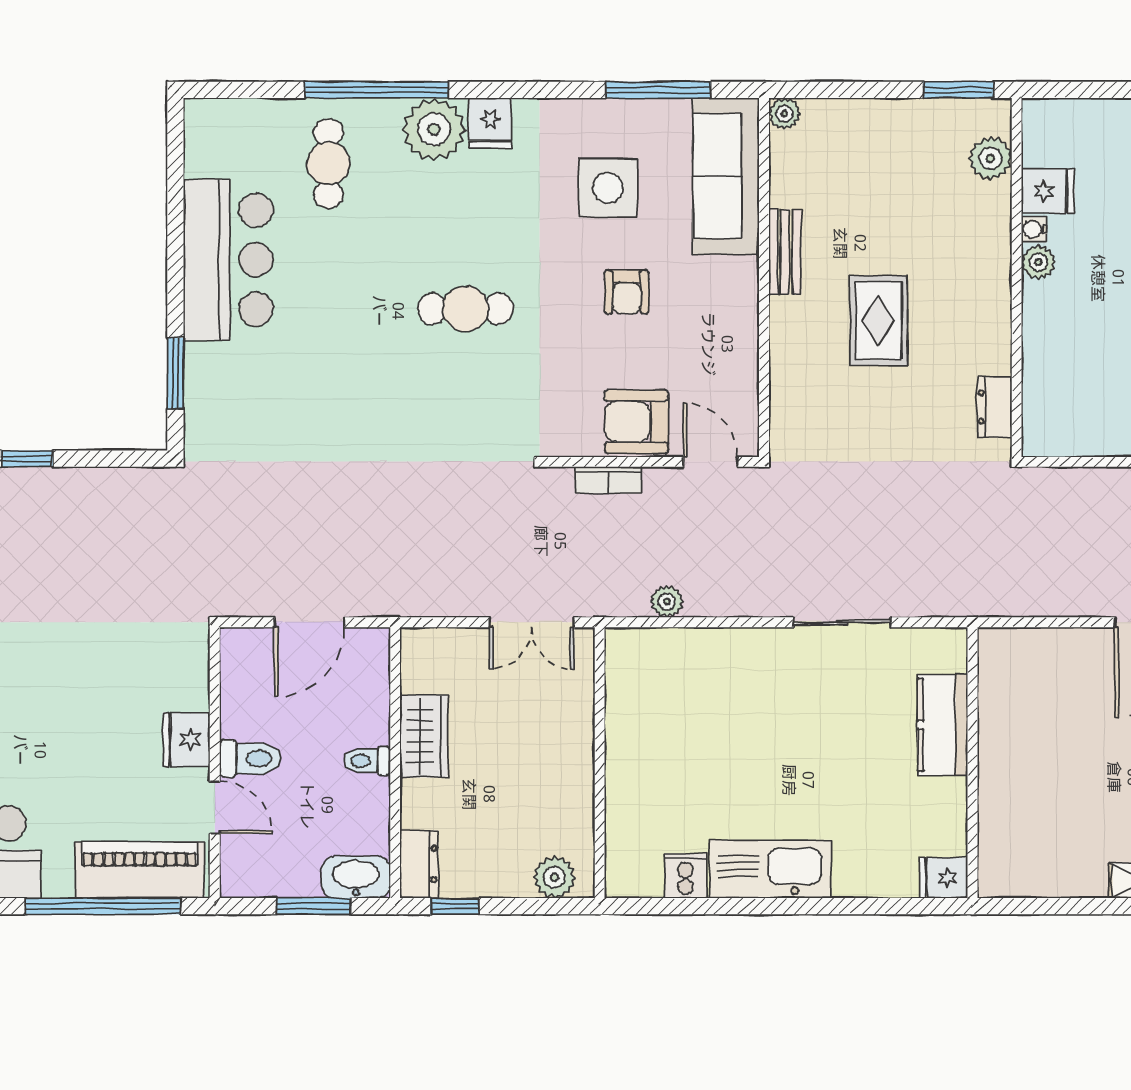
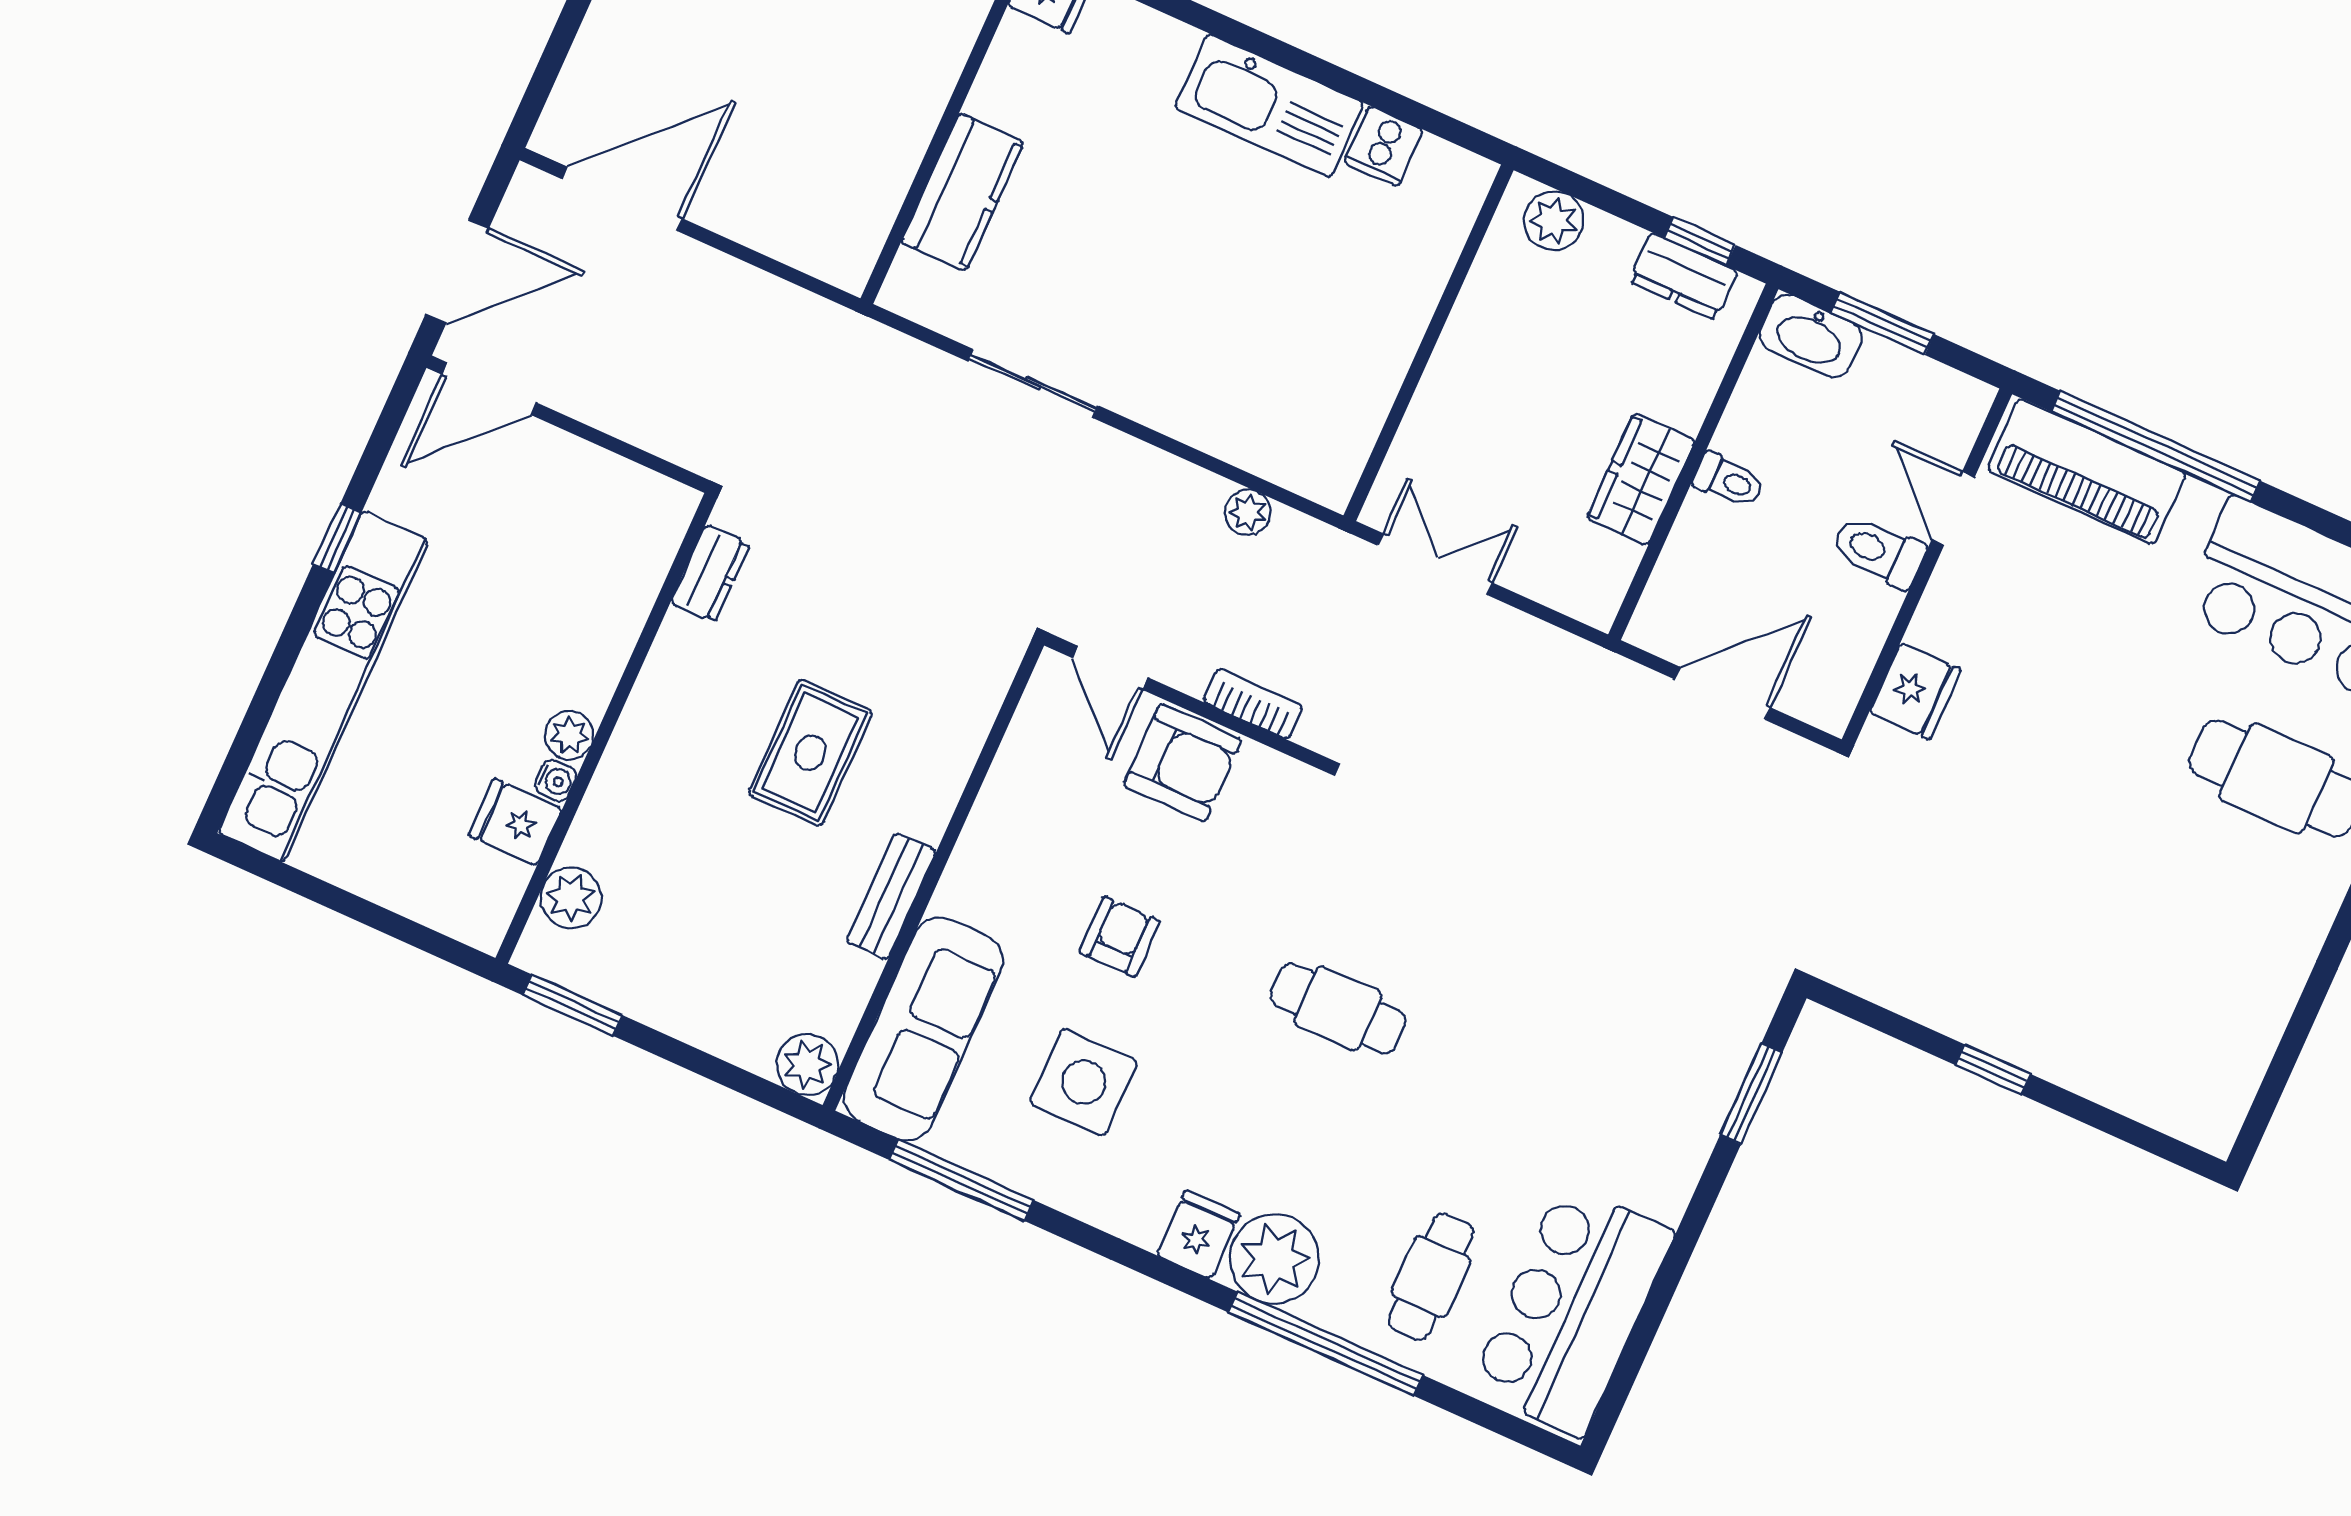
plant: (785, 114) -> (807, 1065), width x1.38, depth x1.38
bar counter: (228, 260) -> (1572, 1310), moved
fridge: (186, 739) -> (1915, 691), moved
dresser: (419, 864) -> (1683, 276), moved, turned -90

